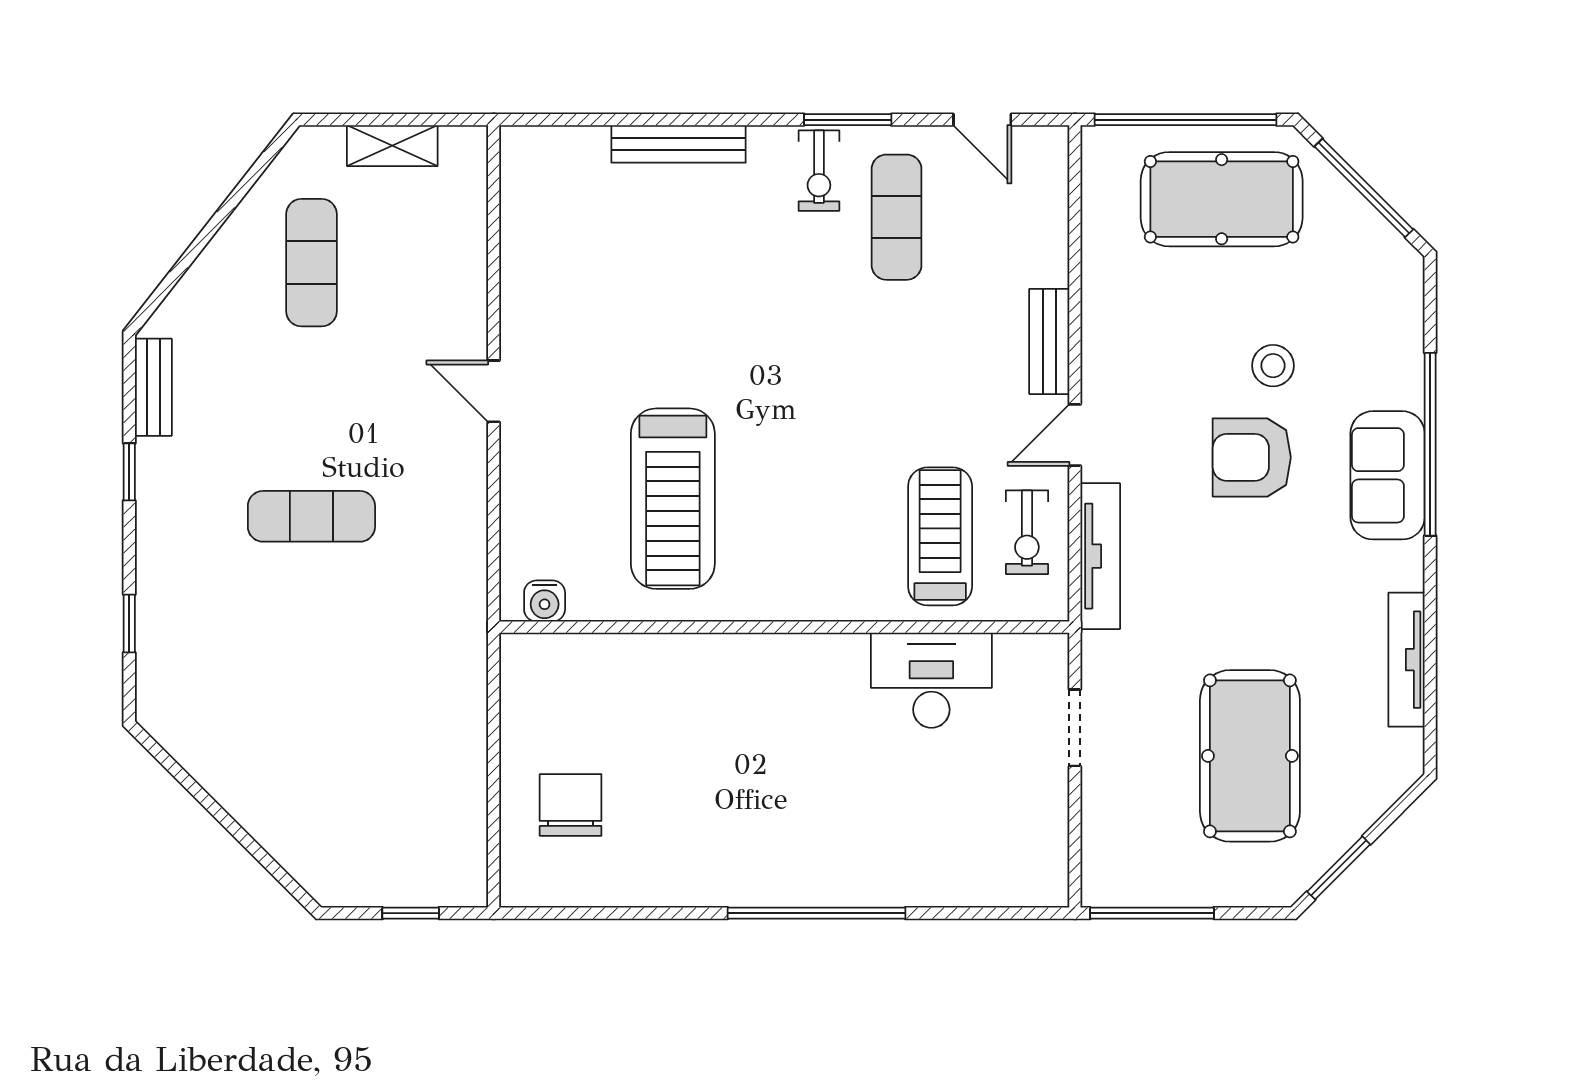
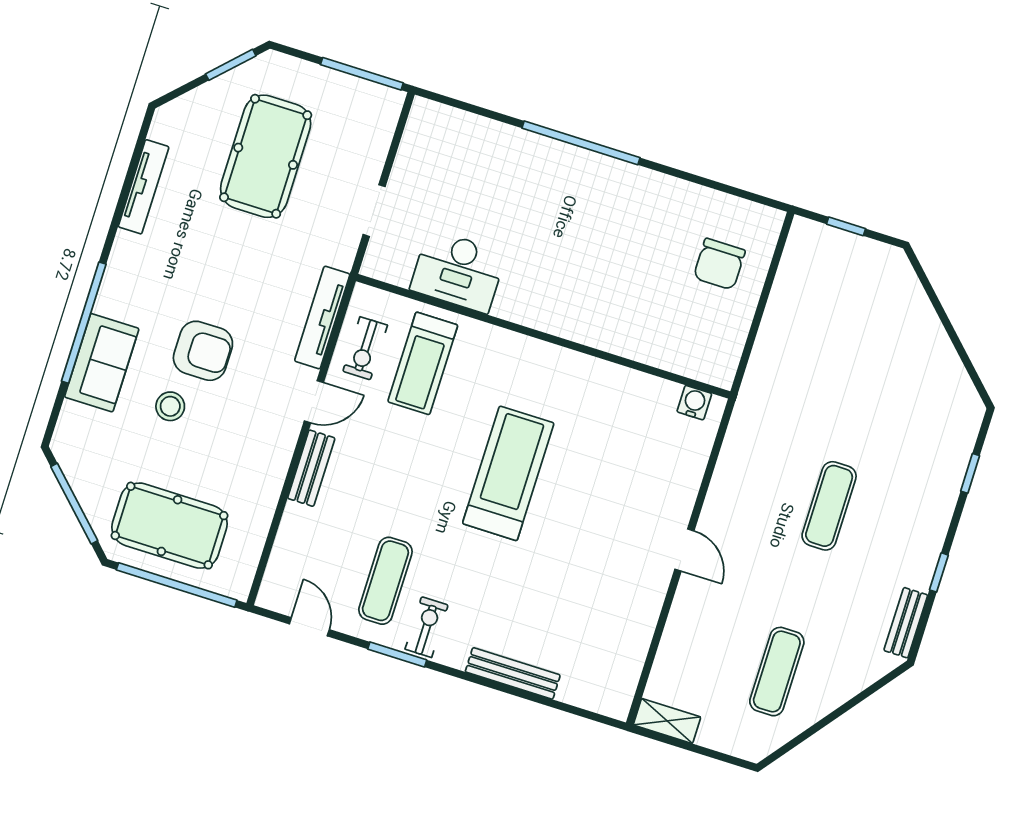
shelving: (392, 146) -> (667, 721), moved
sofa: (1388, 475) -> (102, 363), moved
treadmill: (673, 499) -> (508, 473), moved
exercise mat: (311, 516) -> (829, 506), turned 90
exercise bike: (1027, 532) -> (365, 348), turned 180

